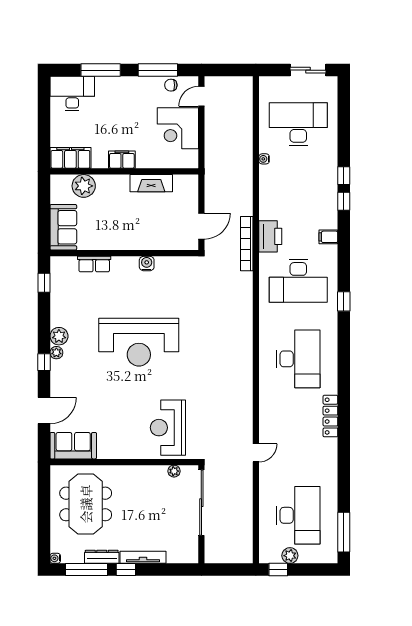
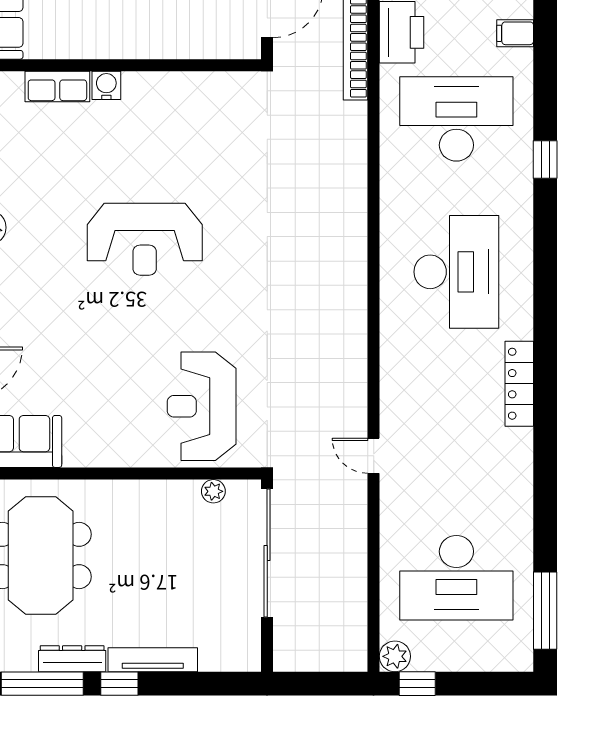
water cooler: (147, 264) -> (106, 85), moved
desk: (298, 281) -> (456, 119), turned 180
reception desk: (139, 342) -> (145, 239), width x0.74, depth x0.77
door: (256, 453) -> (374, 456), swing flipped
desk: (298, 515) -> (456, 578), turned 90
plant: (290, 556) -> (395, 656), moved

